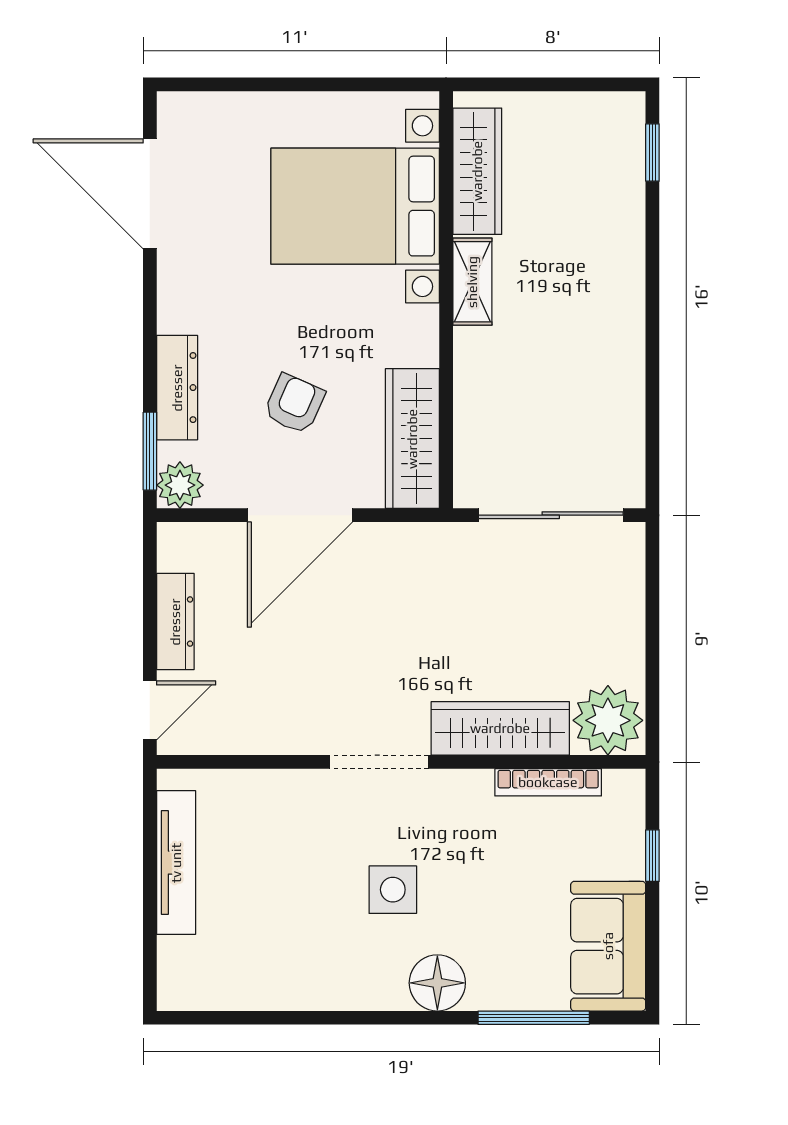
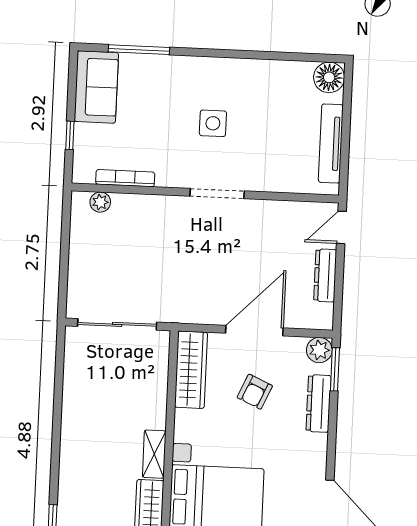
plant: (608, 720) -> (100, 202), width x0.53, depth x0.53
wardrobe: (500, 728) -> (150, 209), removed
floor lamp: (437, 983) -> (329, 77), moved

